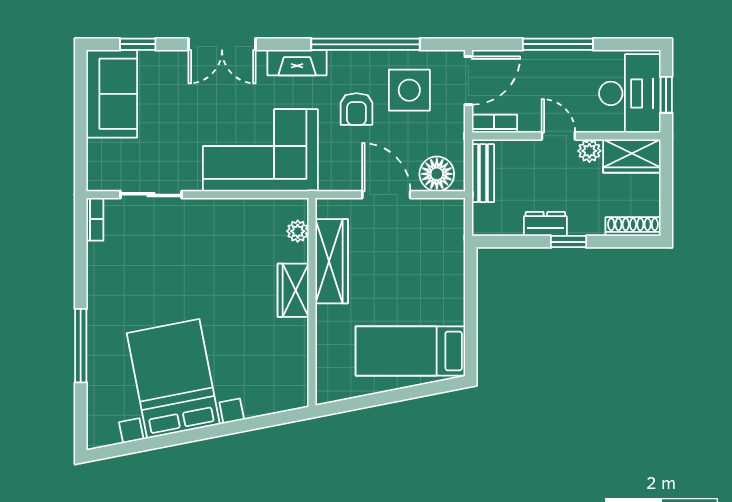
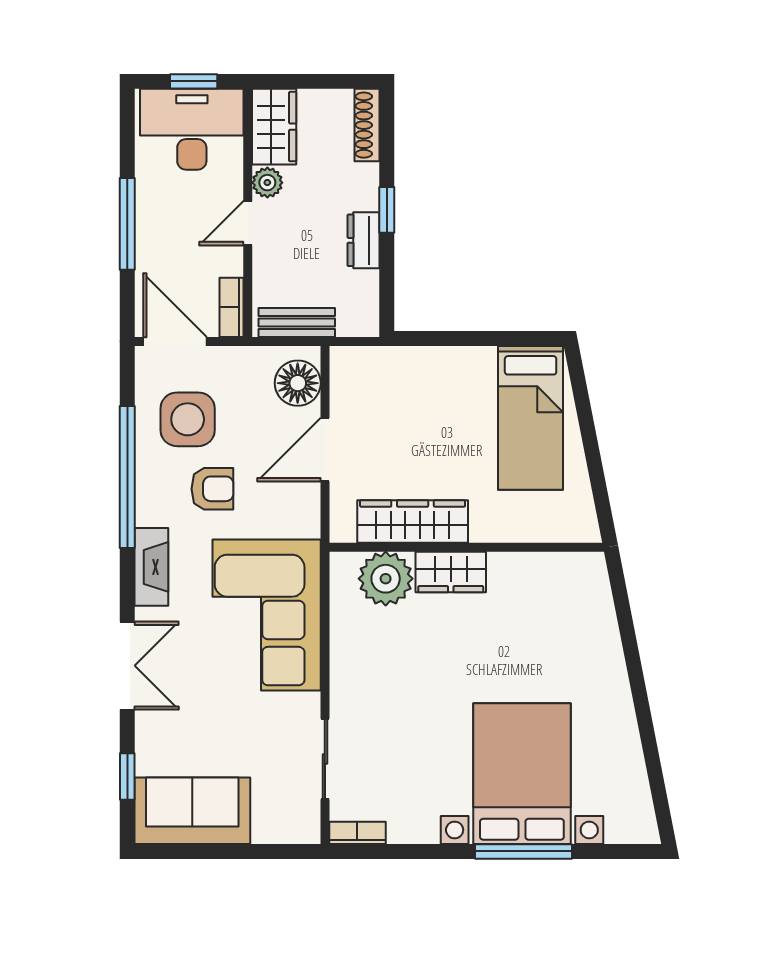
plant: (298, 231) -> (386, 579), width x1.88, depth x1.88
bed with nightstands: (173, 379) -> (522, 774), moved, turned 101

